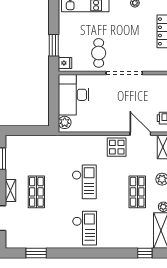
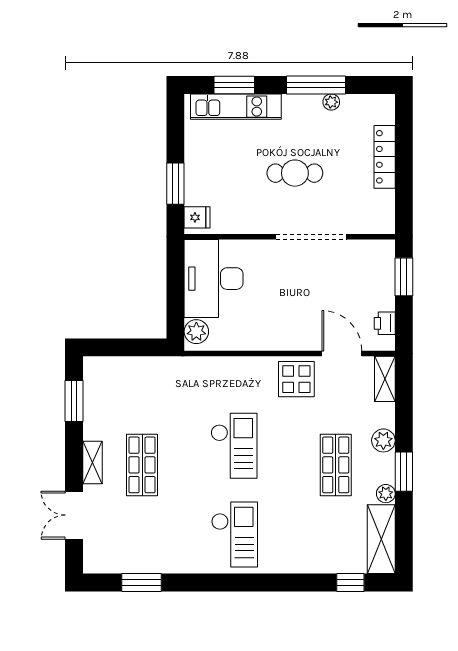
cafe table: (99, 53) -> (295, 173), moved, turned 90

